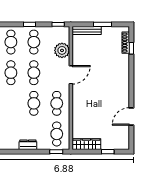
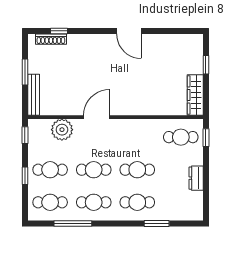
door: (71, 75) -> (97, 117), hinge flipped
cafe table: (57, 103) -> (137, 202), moved
door: (131, 116) -> (129, 31), moved

